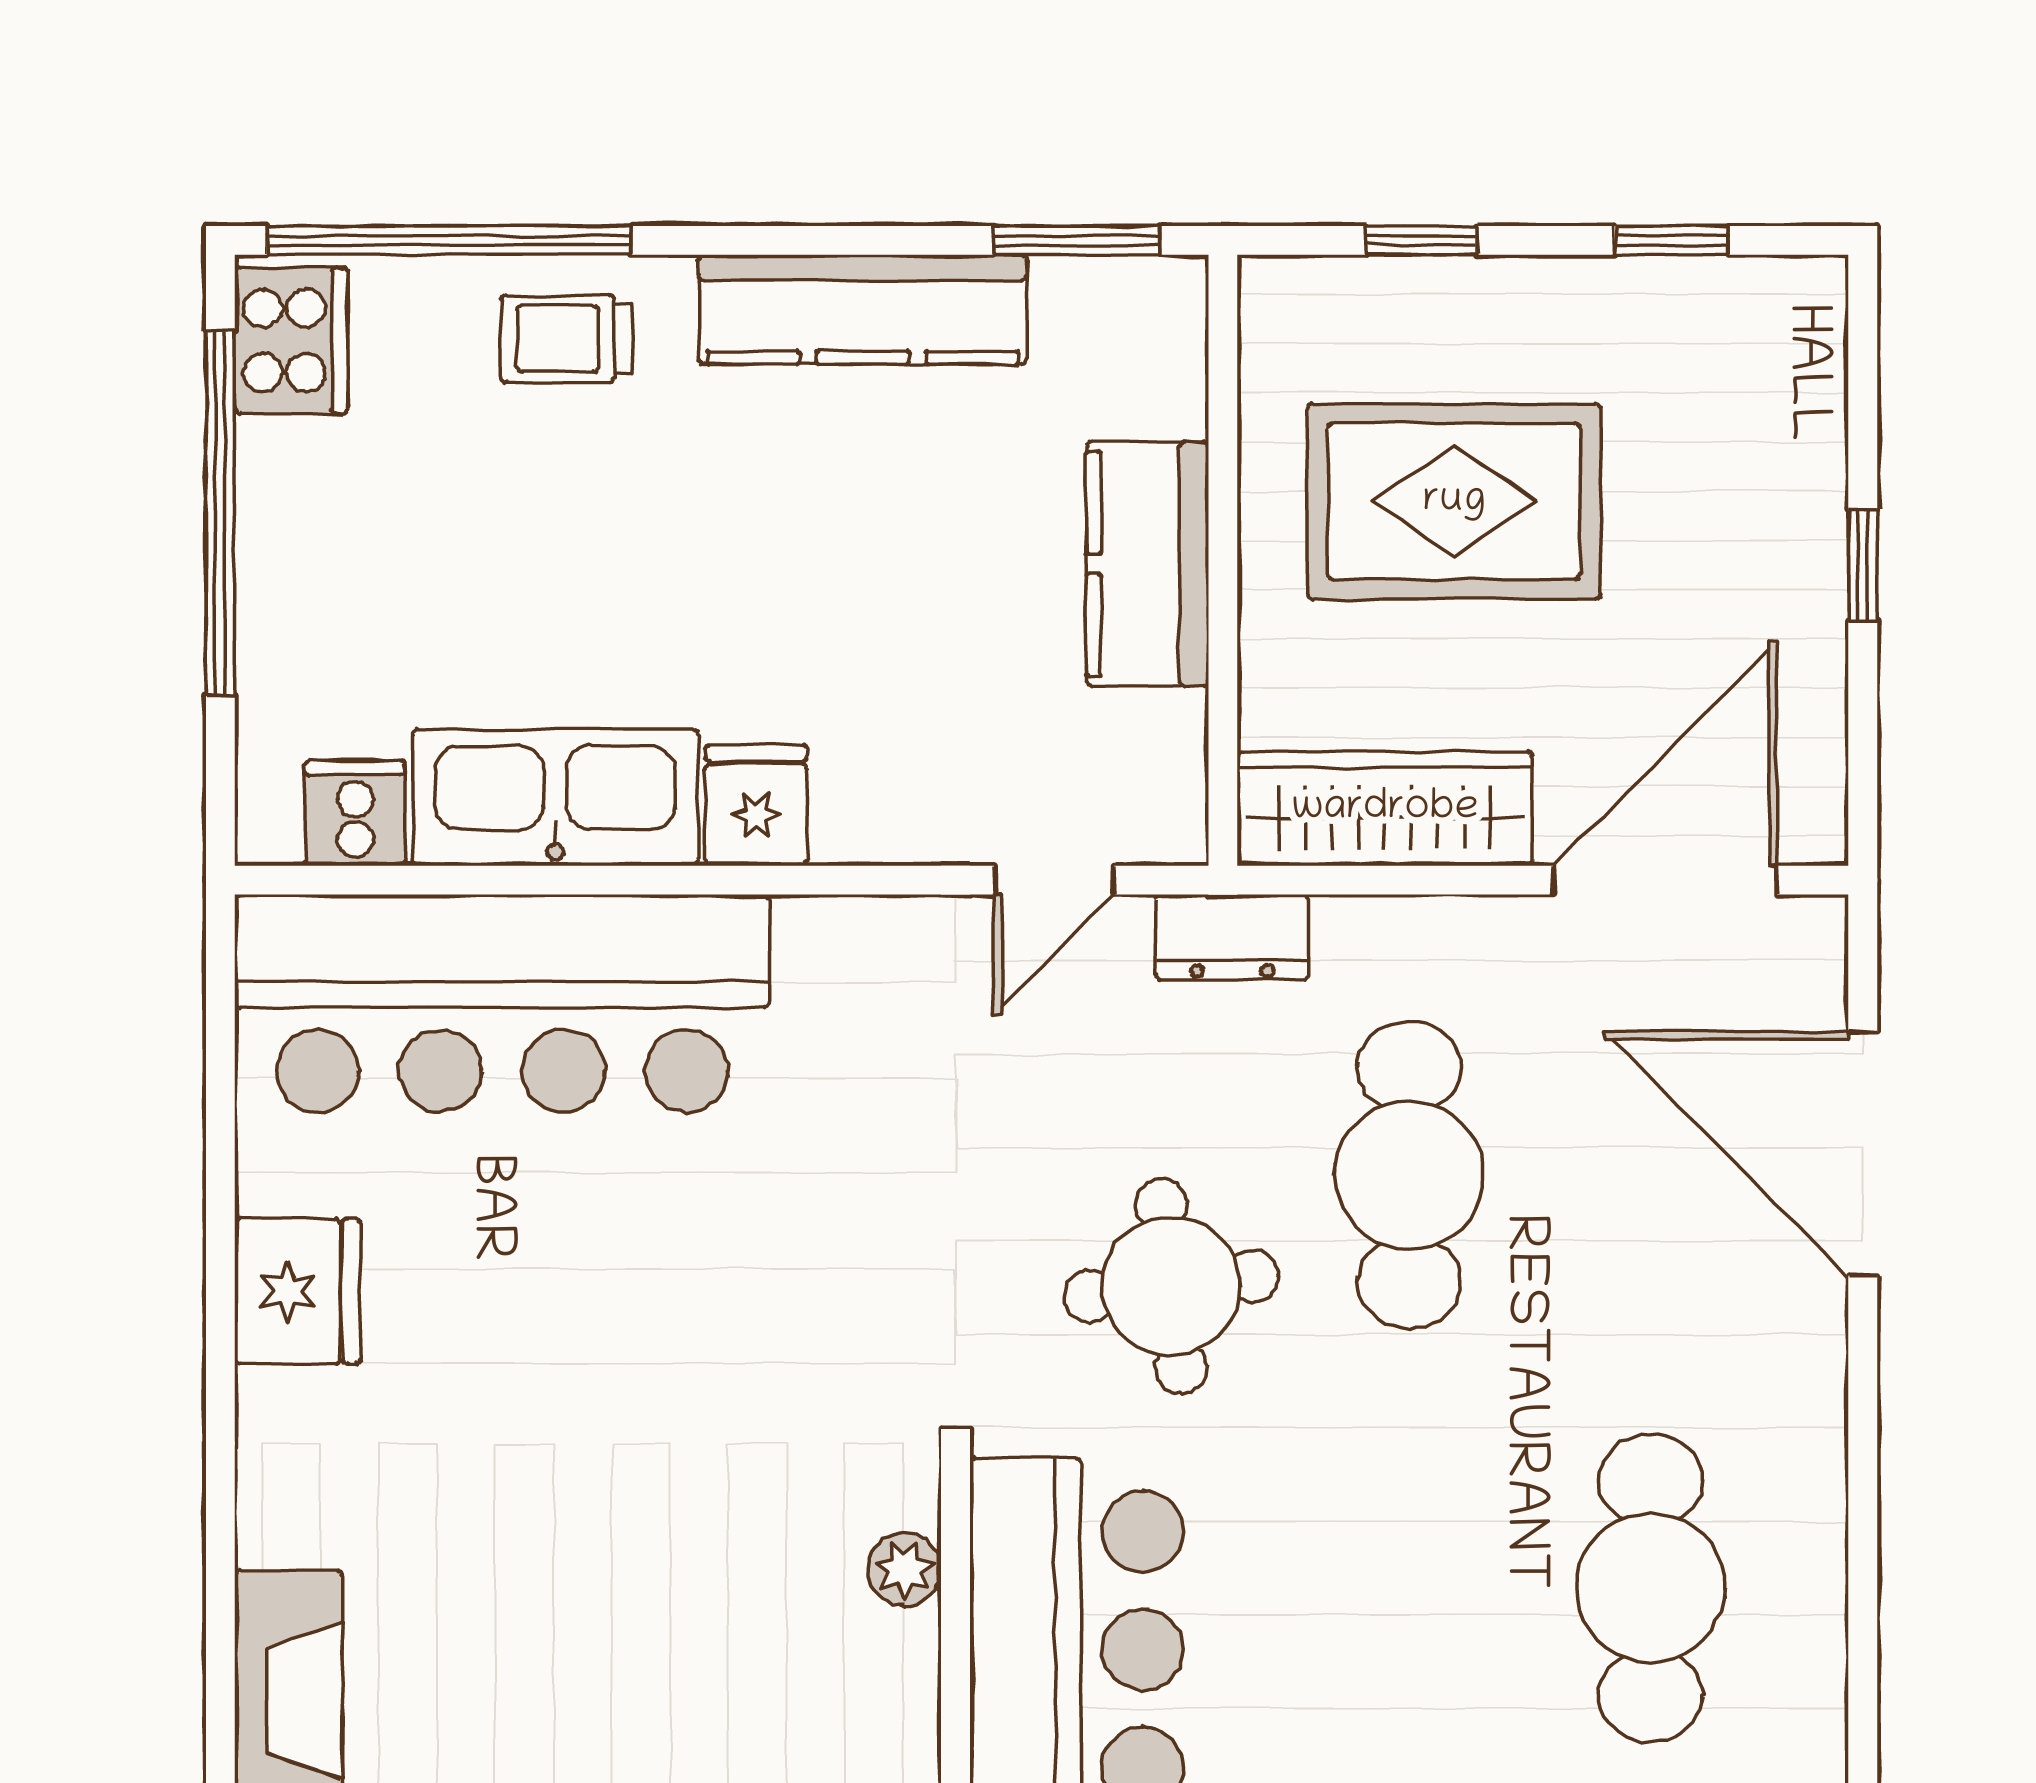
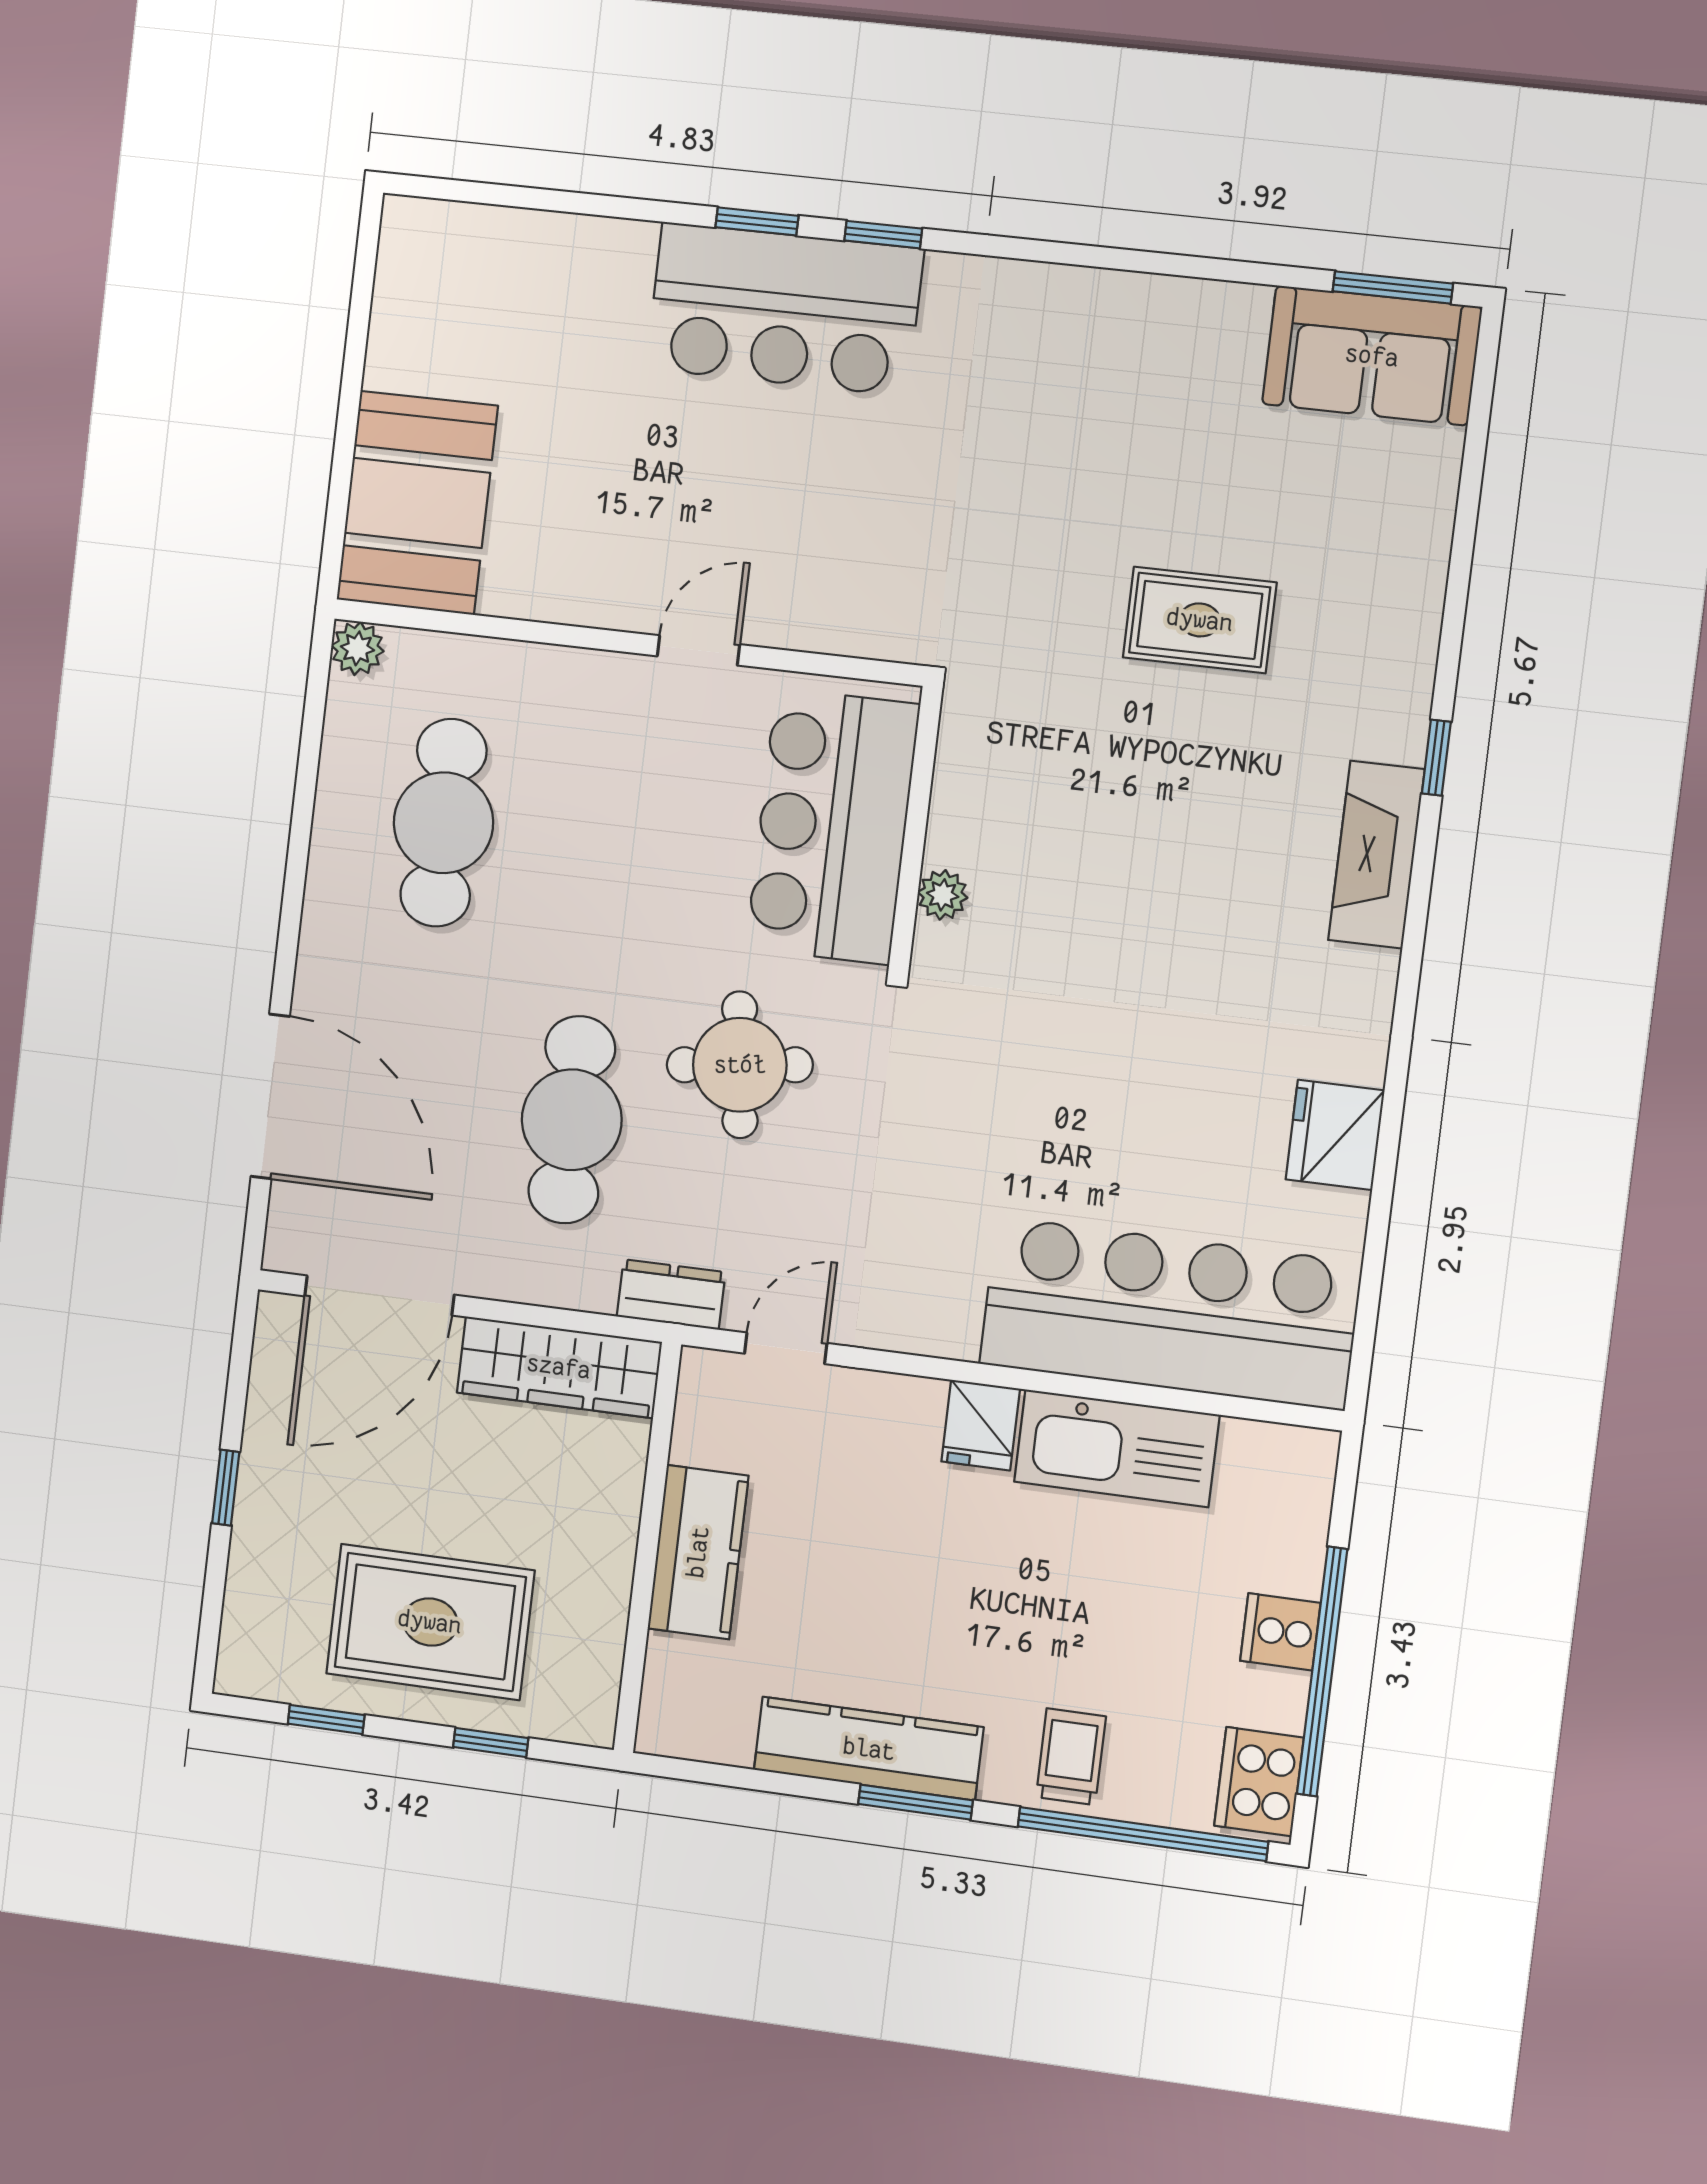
window: (1077, 240) -> (915, 1802), moved
trolley: (567, 339) -> (1071, 1757), turned -90
rug: (1454, 501) -> (430, 1622), moved
cooker: (355, 813) -> (1280, 1632), moved, turned 90

